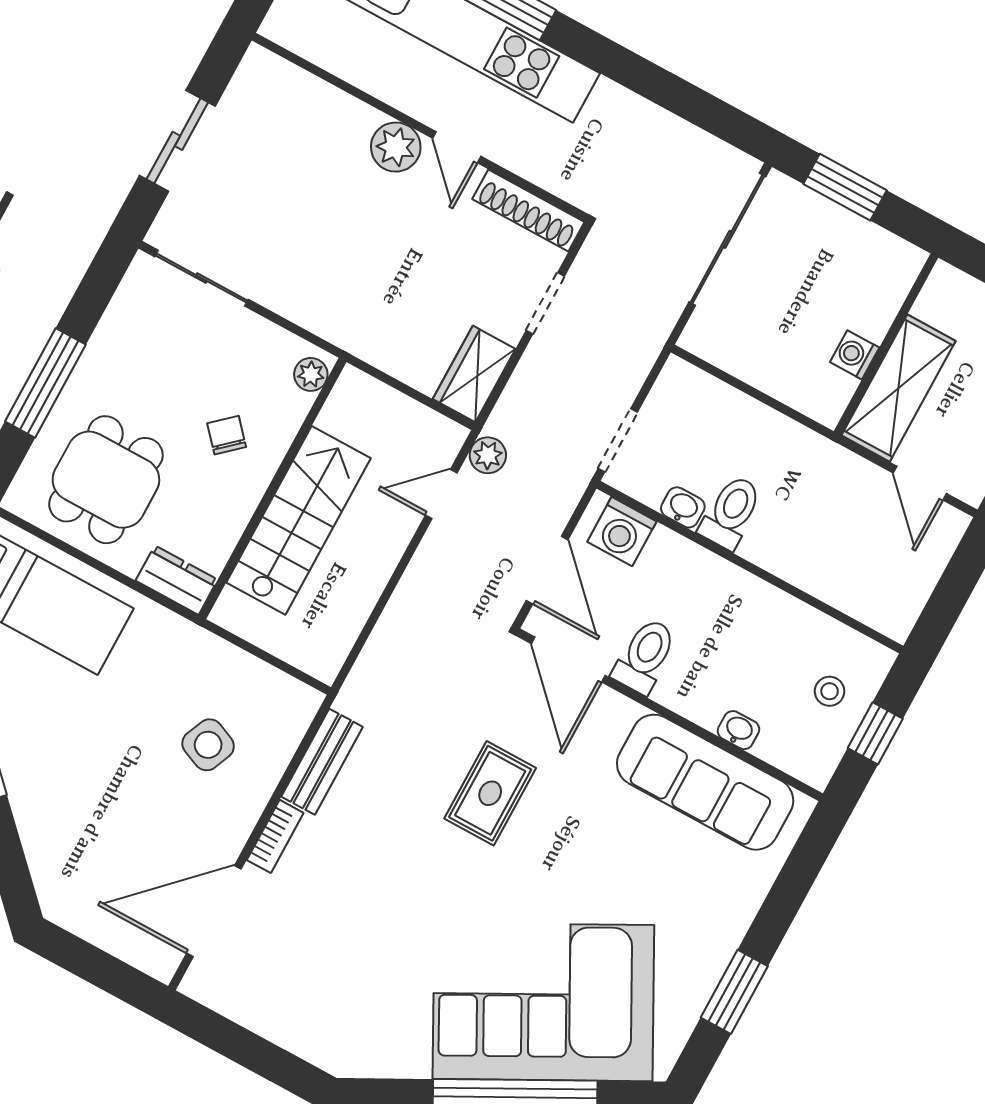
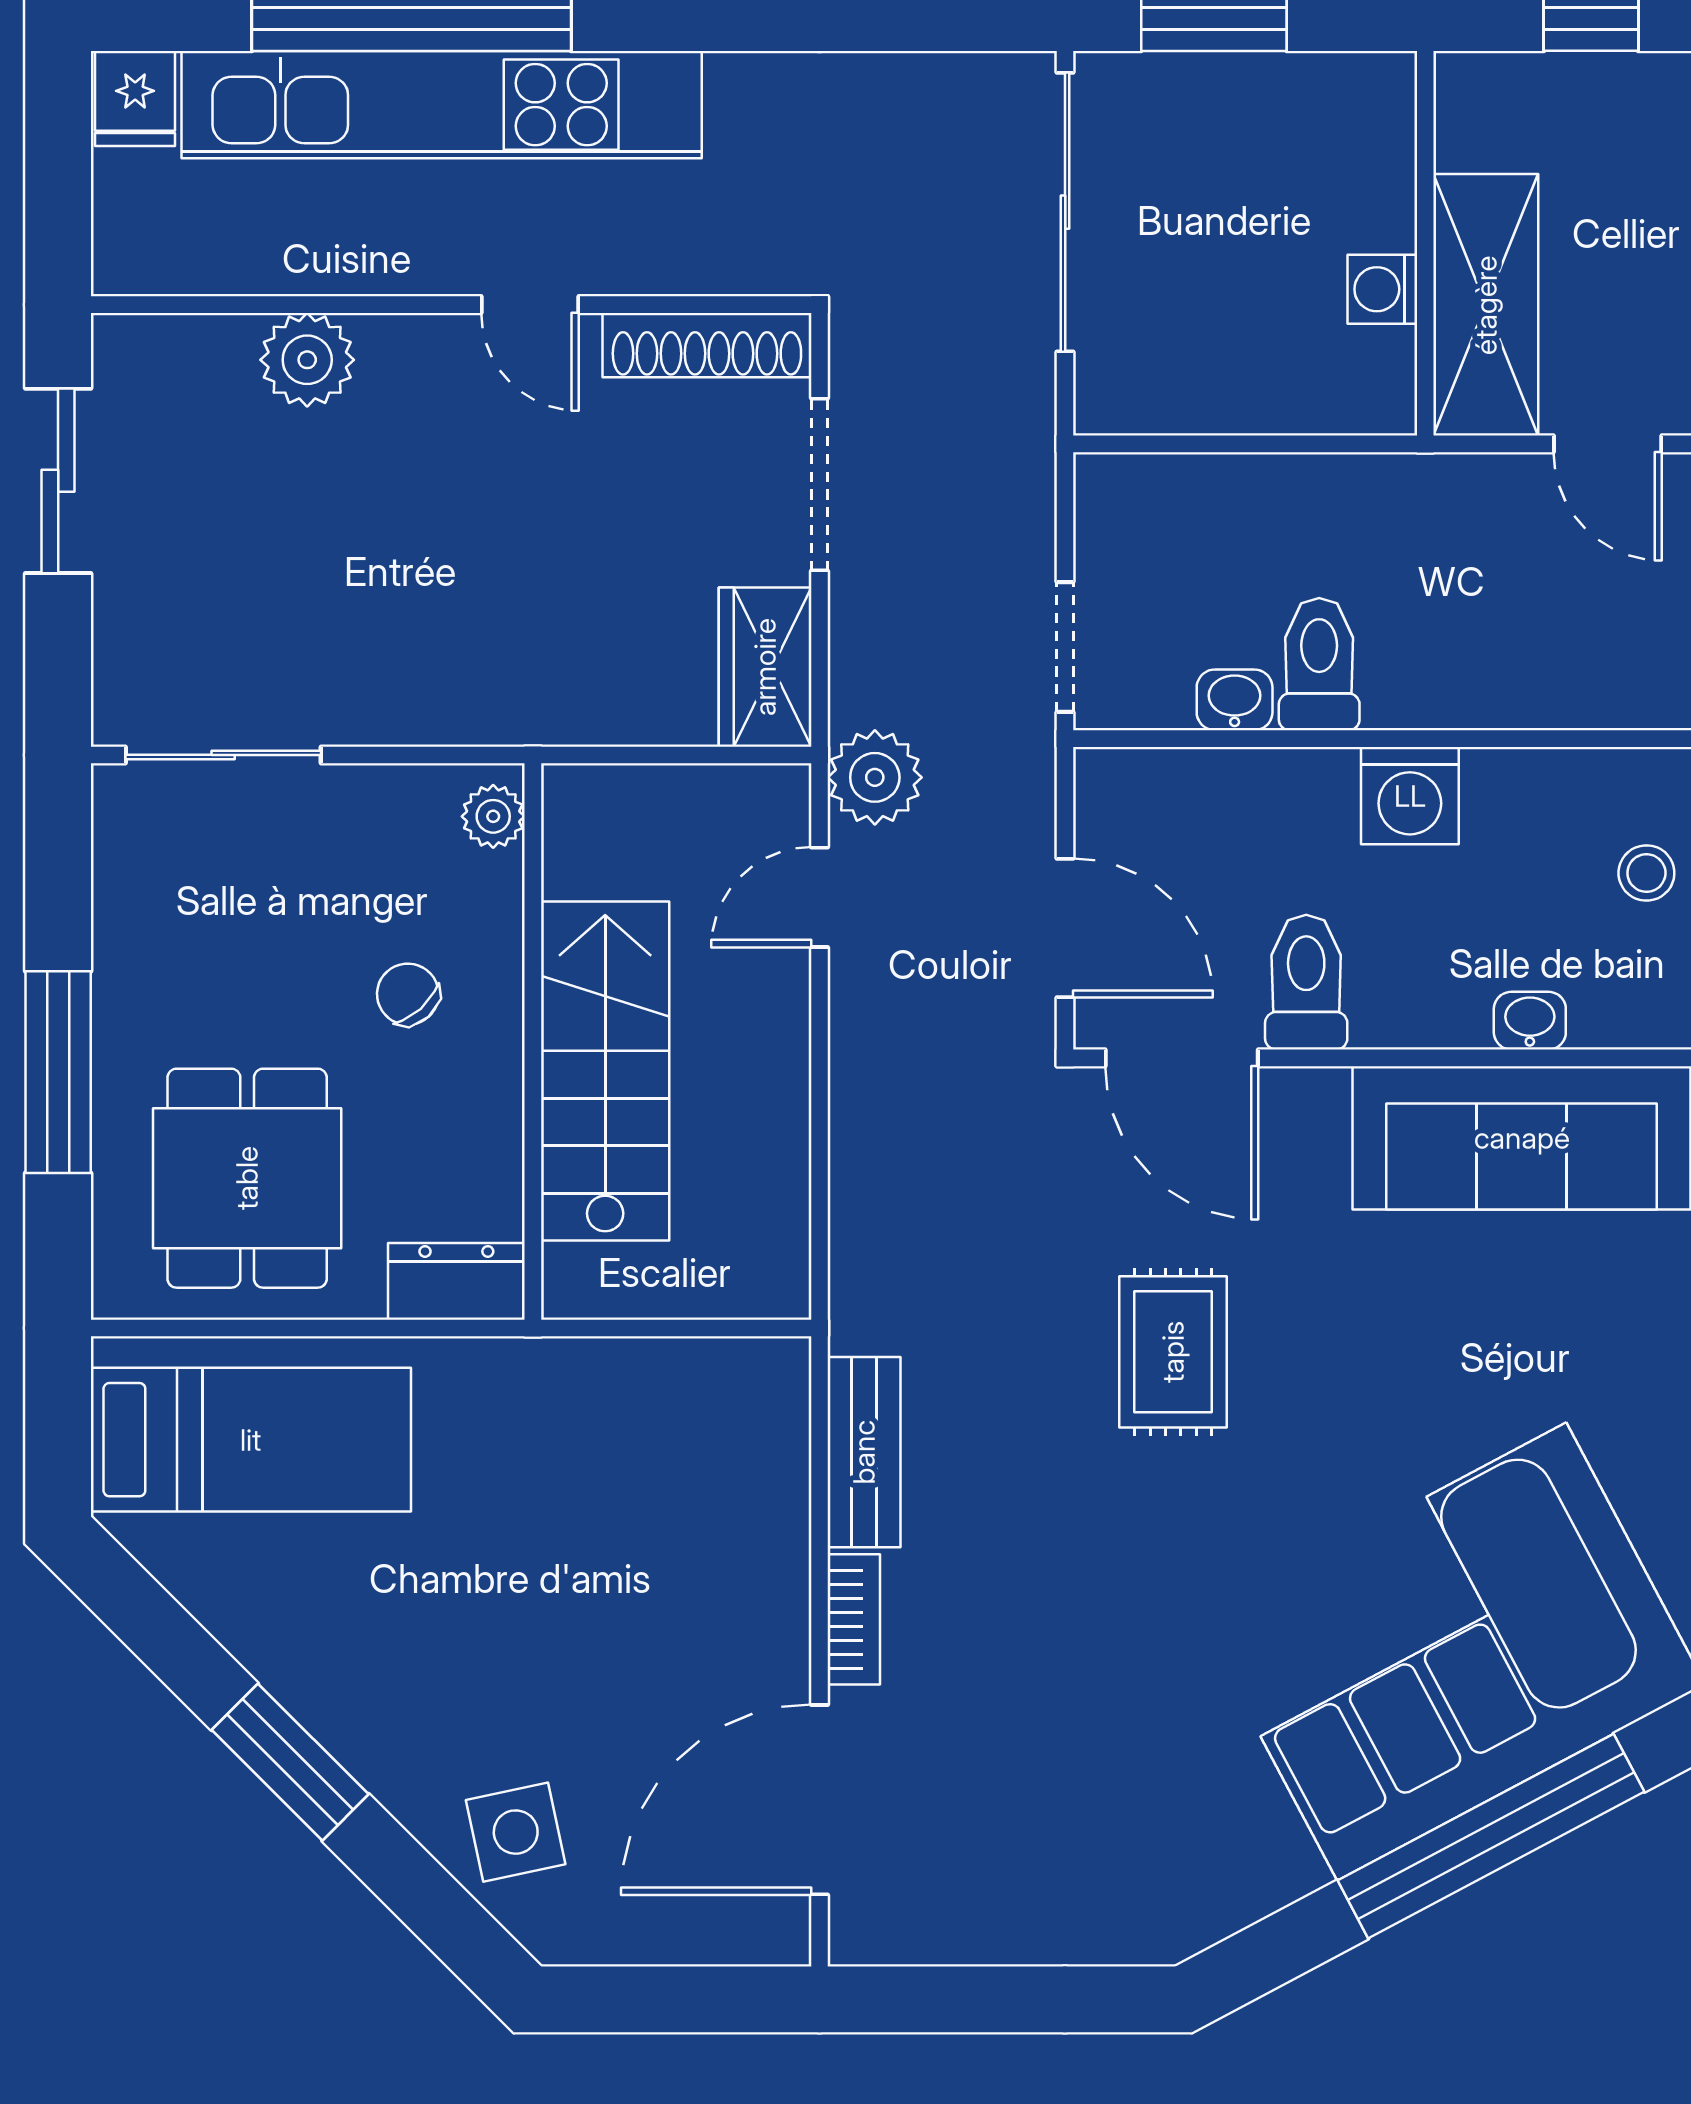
sliding door: (177, 141) -> (58, 481), moved
plant: (396, 147) -> (307, 360), moved
doorway: (545, 303) -> (819, 485), width x1.38
plant: (488, 455) -> (875, 777), width x1.38, depth x1.38
washing machine: (622, 532) -> (1410, 796), moved
side table: (208, 745) -> (516, 1832), moved, turned -35

